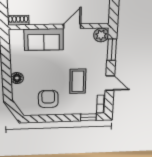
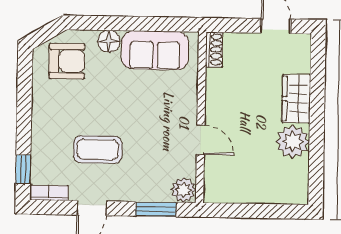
sofa: (44, 40) -> (155, 50), moved, turned -90
armchair: (48, 99) -> (67, 61), moved

